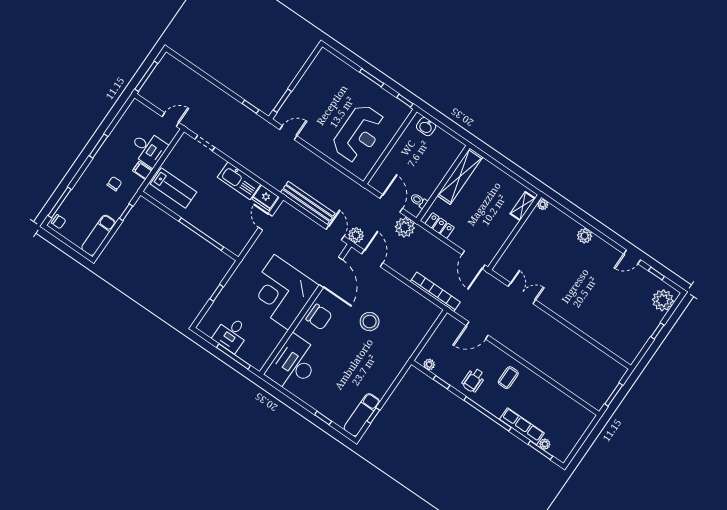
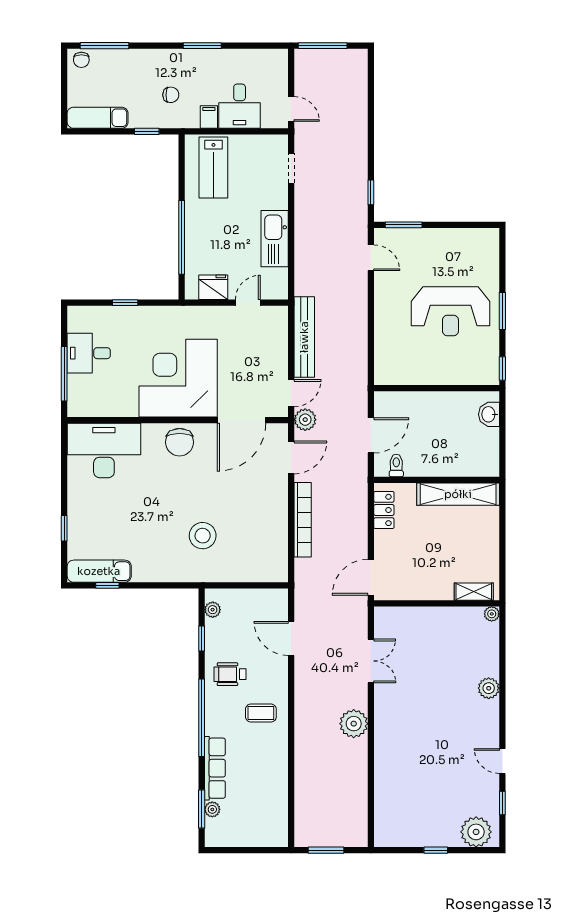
reception desk: (359, 134) -> (450, 311), moved
fridge: (265, 198) -> (213, 287), moved, turned 90
plant: (405, 227) -> (354, 724), moved
bookcase: (435, 292) -> (303, 520), moved
stool: (370, 322) -> (203, 536), moved

